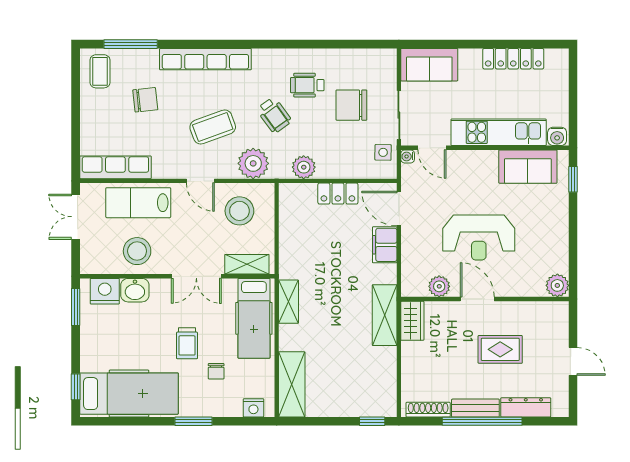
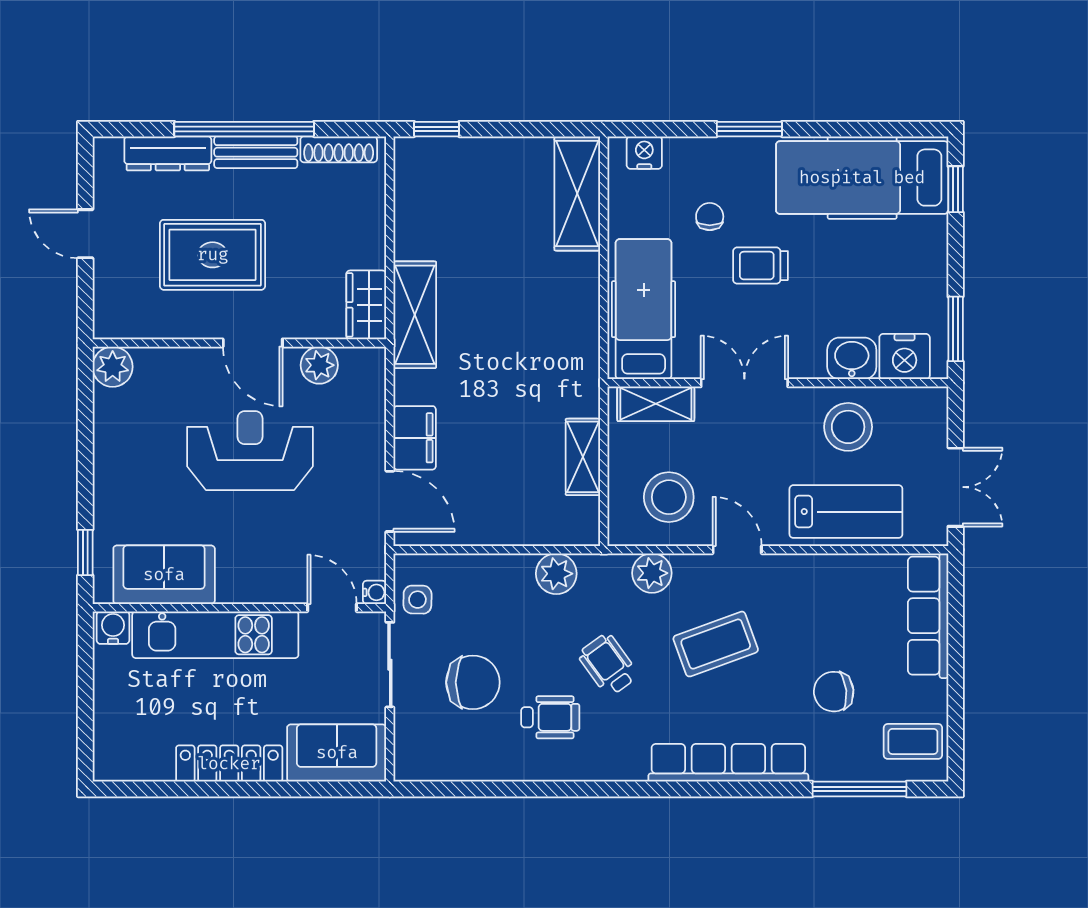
locker: (513, 59) -> (229, 764), moved
coffee table: (100, 71) -> (913, 741), turned 90
plant: (253, 163) -> (652, 573), width x0.73, depth x0.73
row of seats: (115, 167) -> (928, 616), moved, turned 90
locker: (338, 194) -> (497, 527), removed
shelving: (289, 302) -> (583, 457), moved
trolley: (187, 343) -> (761, 266), turned -90
rug: (500, 349) -> (213, 255), width x1.36, depth x1.43

